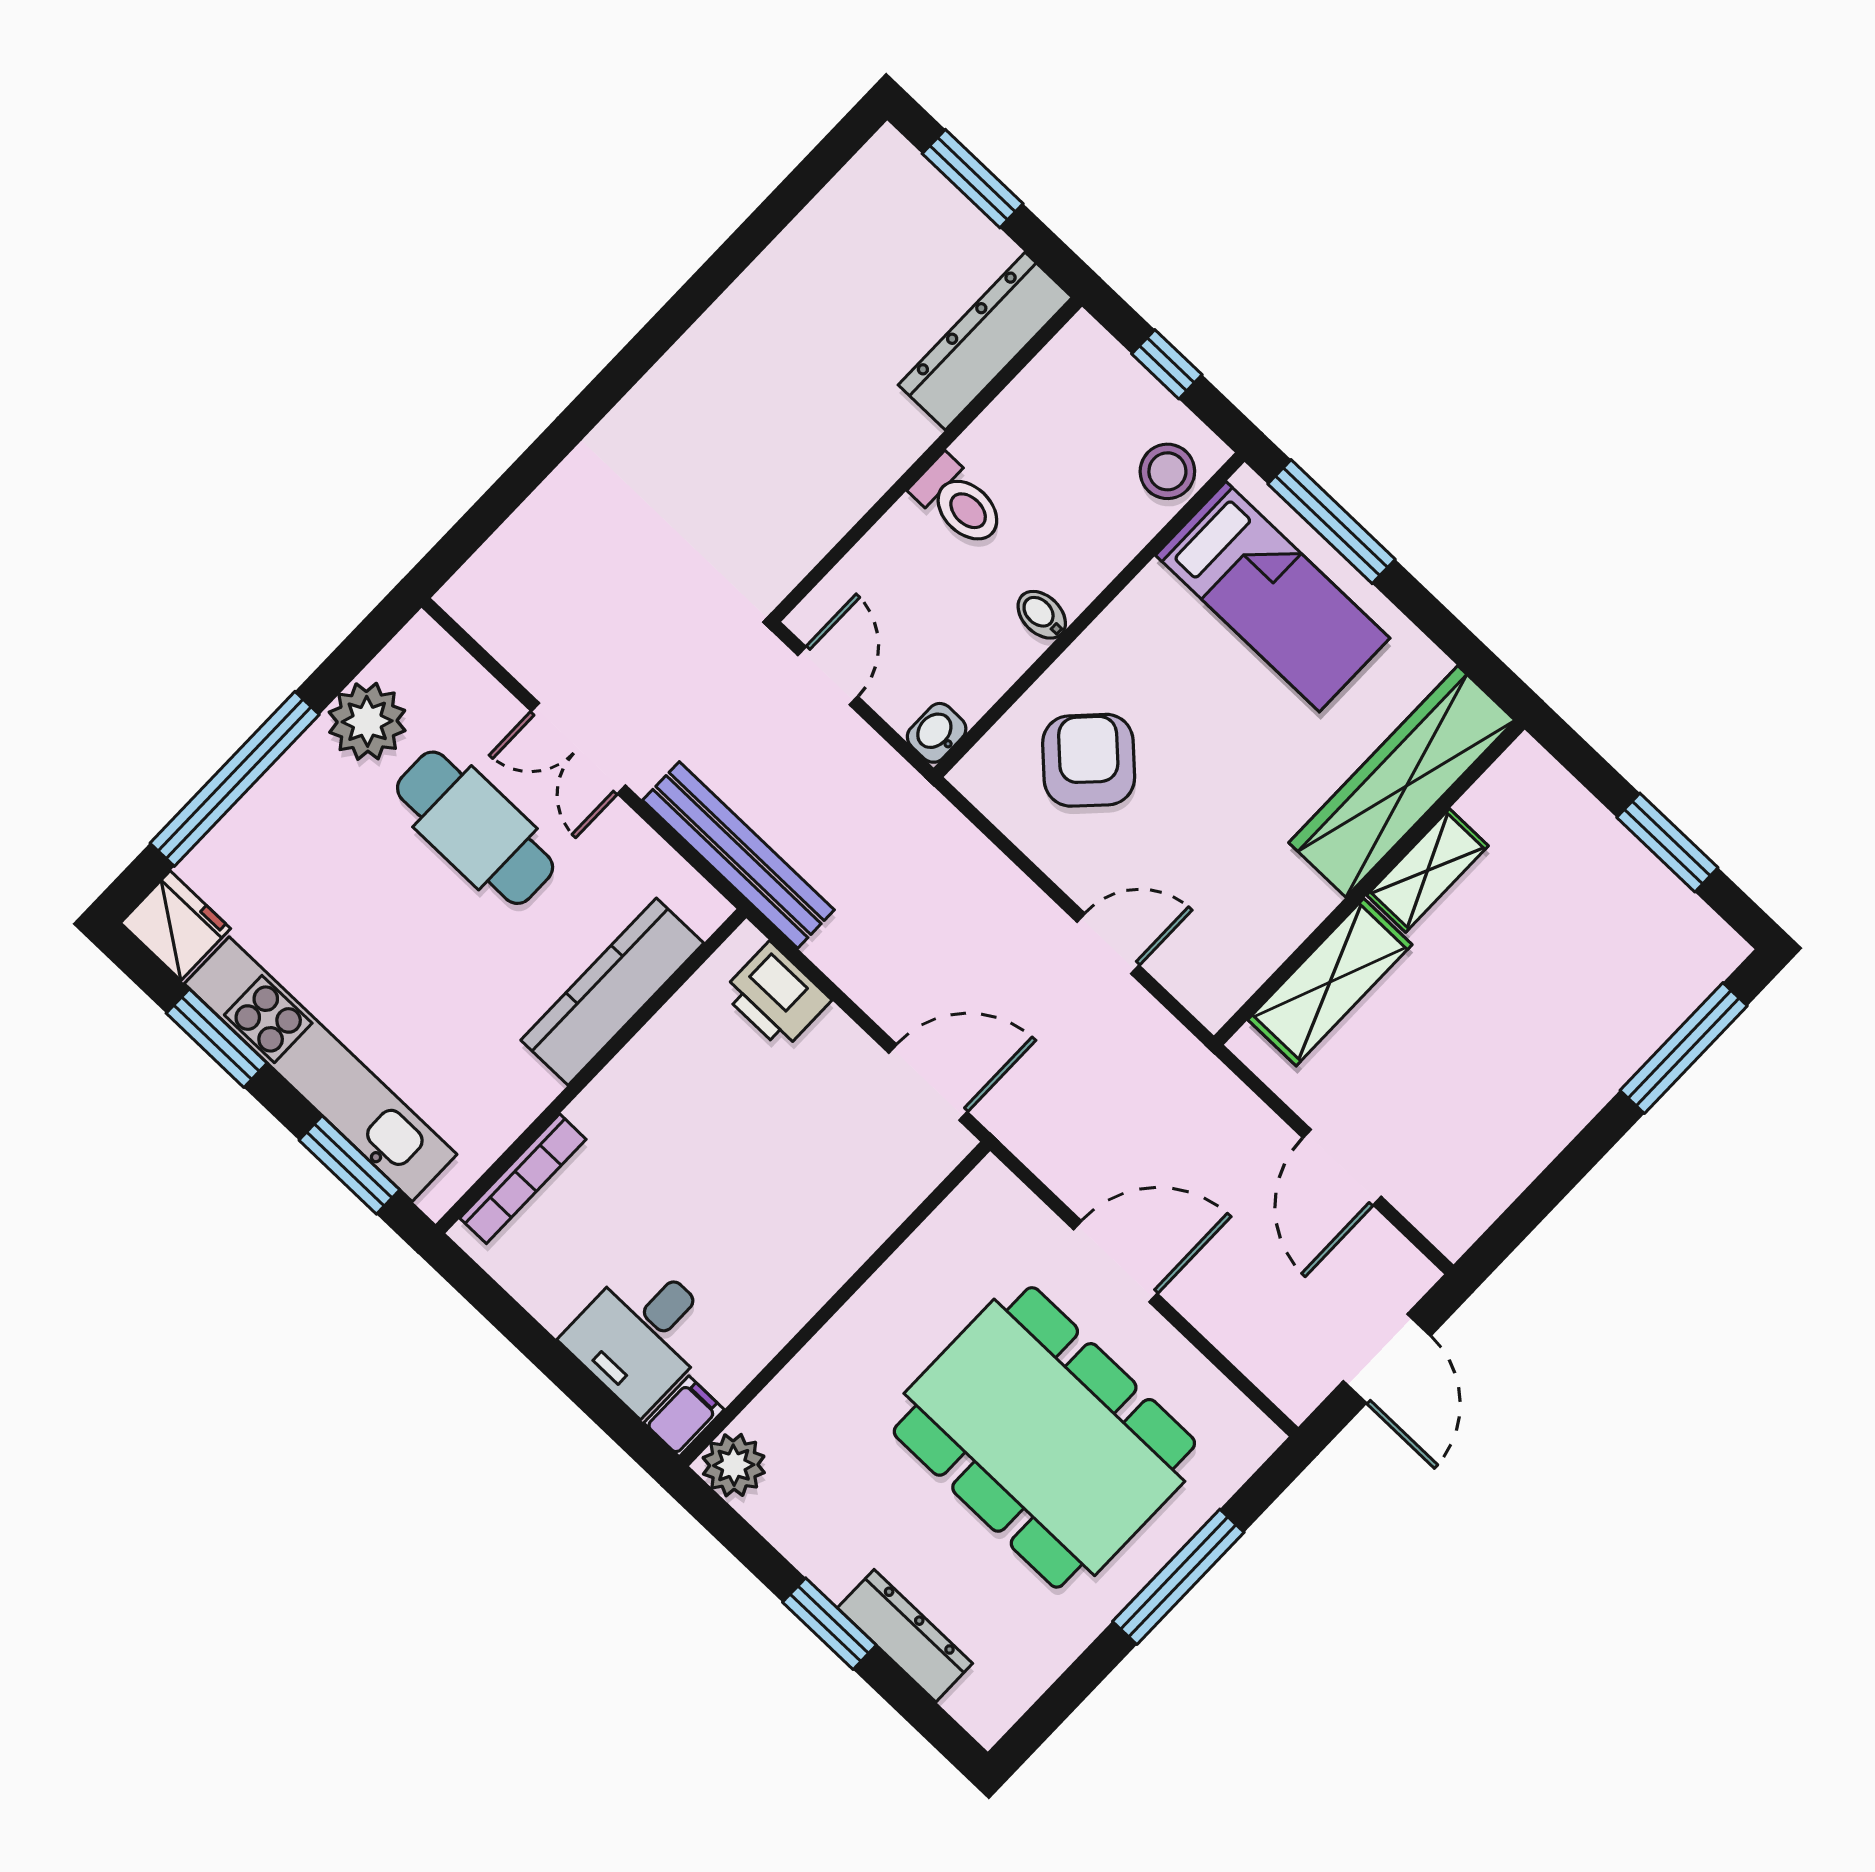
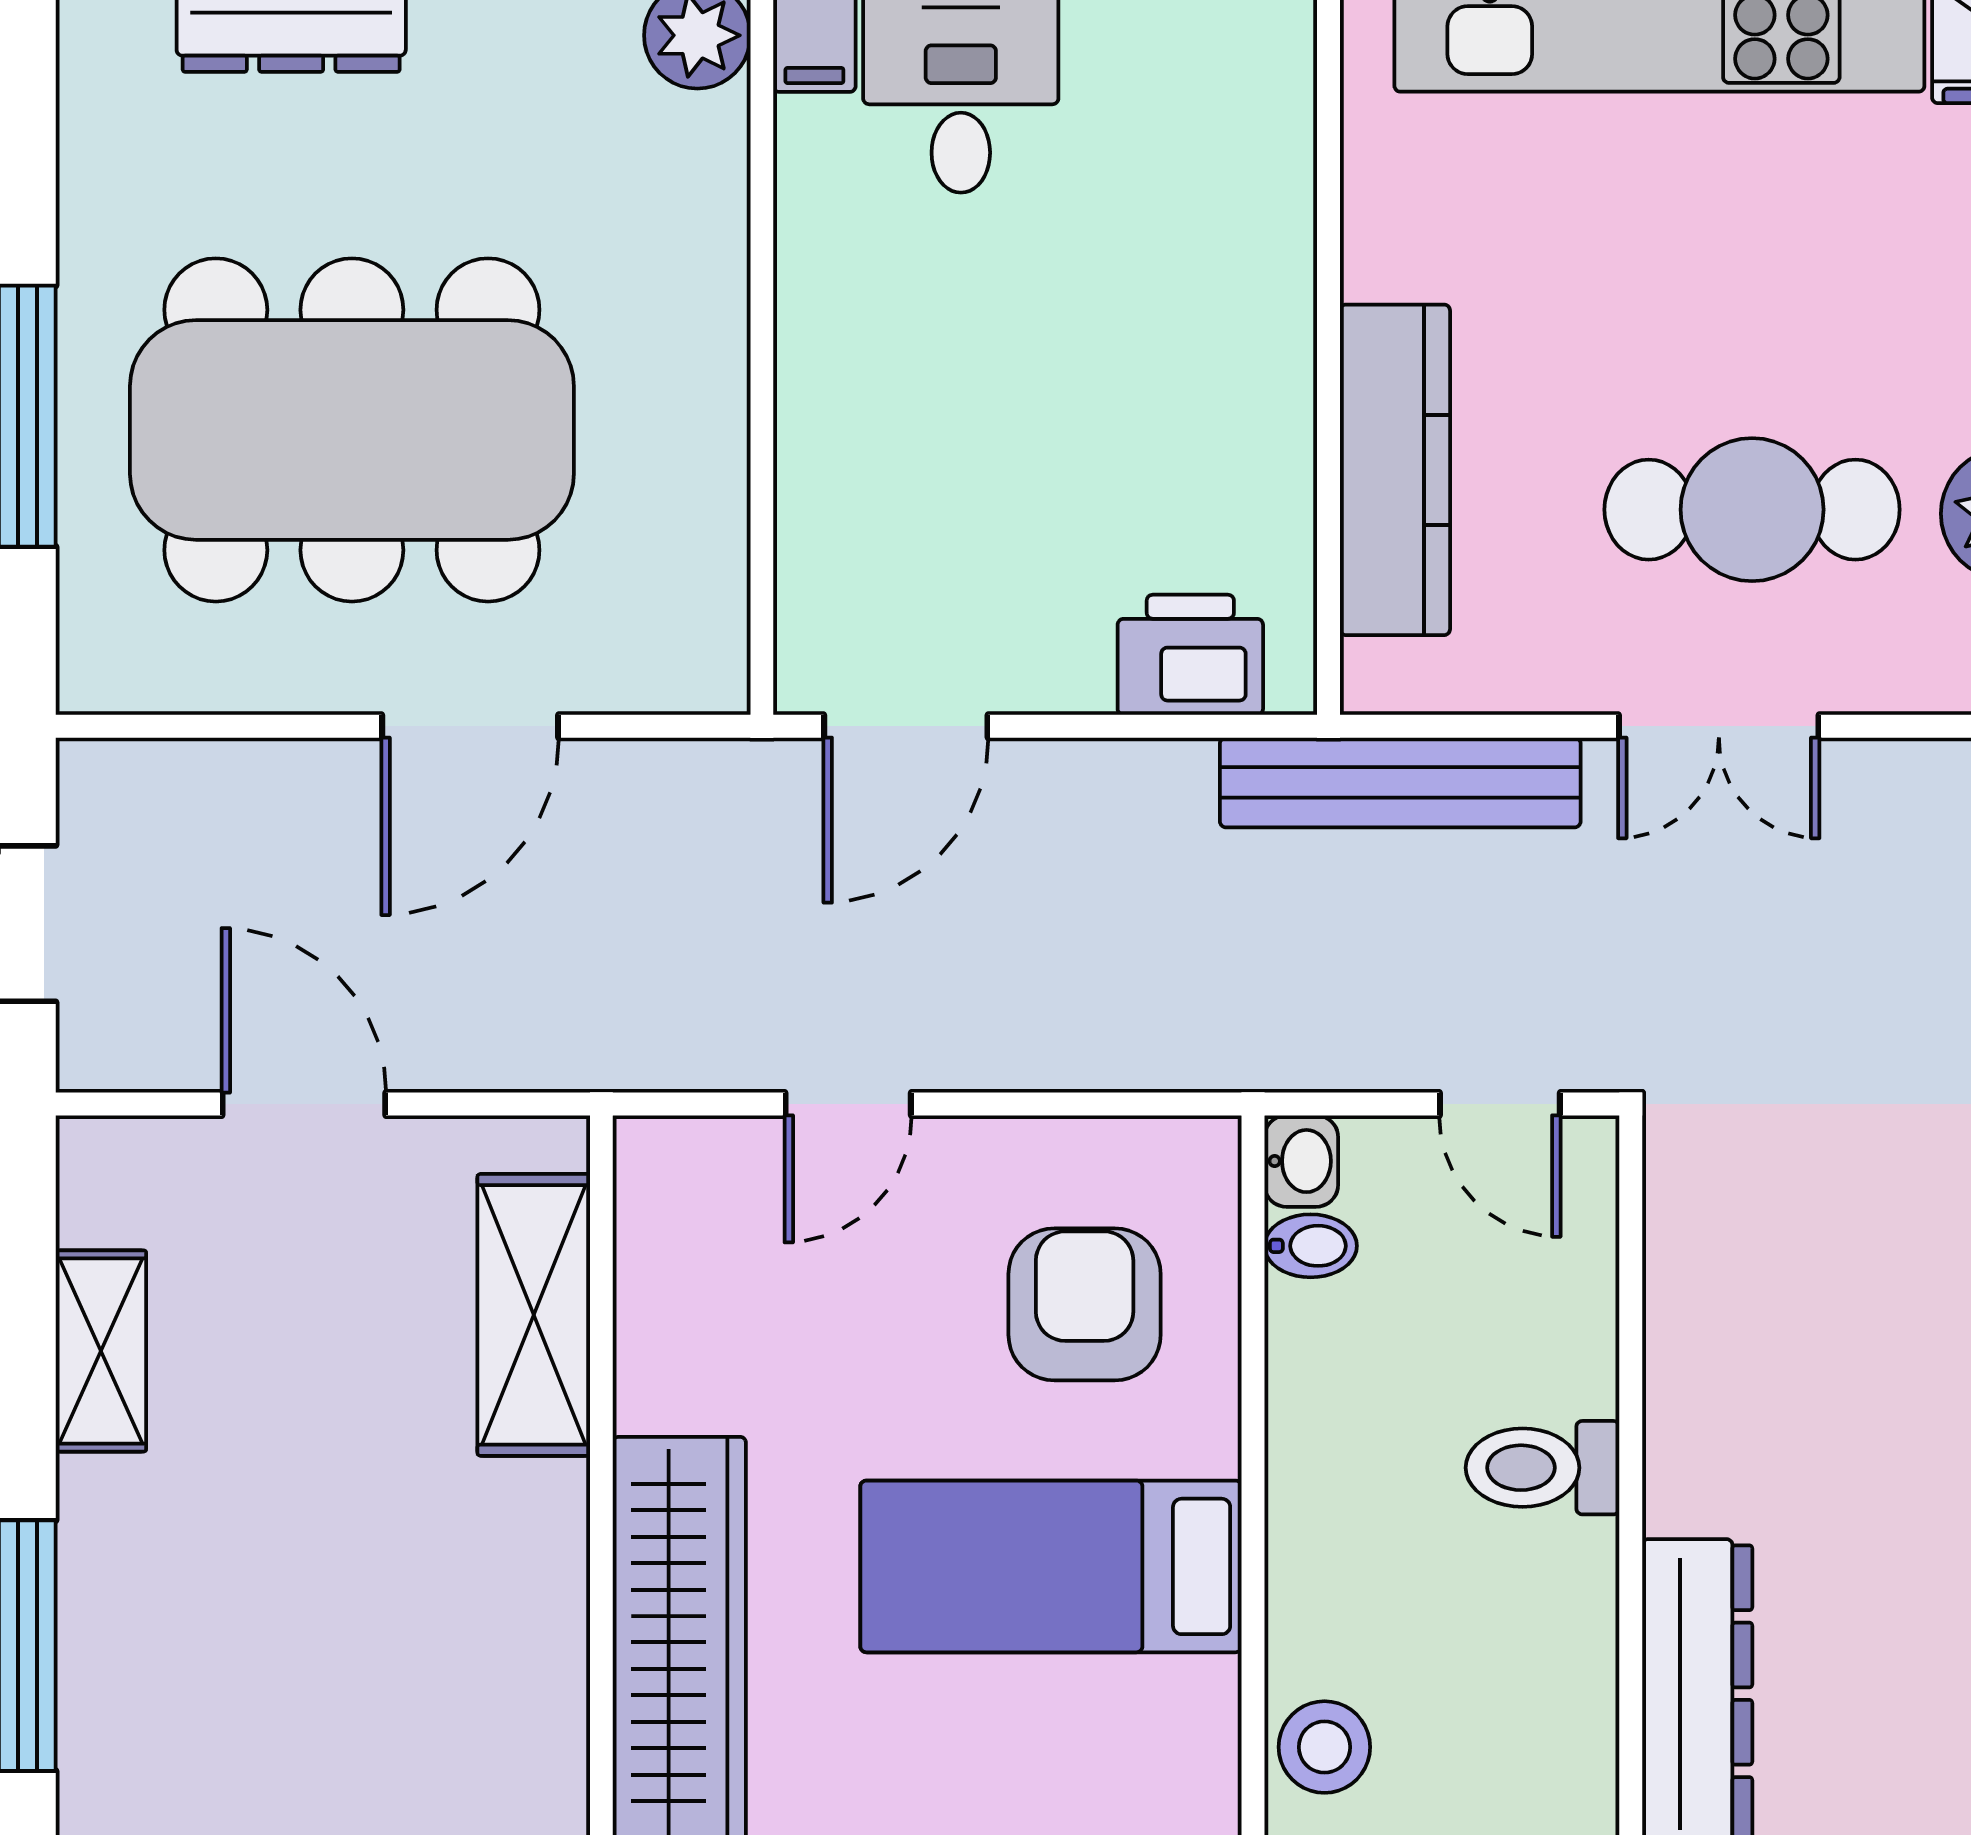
bed: (1273, 597) -> (1051, 1566), moved
bidet: (1042, 615) -> (1311, 1246), moved
double door: (578, 748) -> (1719, 726), swing flipped
armchair: (1089, 760) -> (1085, 1304), turned -134
shelving: (1428, 870) -> (101, 1351), moved
bookcase: (523, 1179) -> (1286, 139), removed

